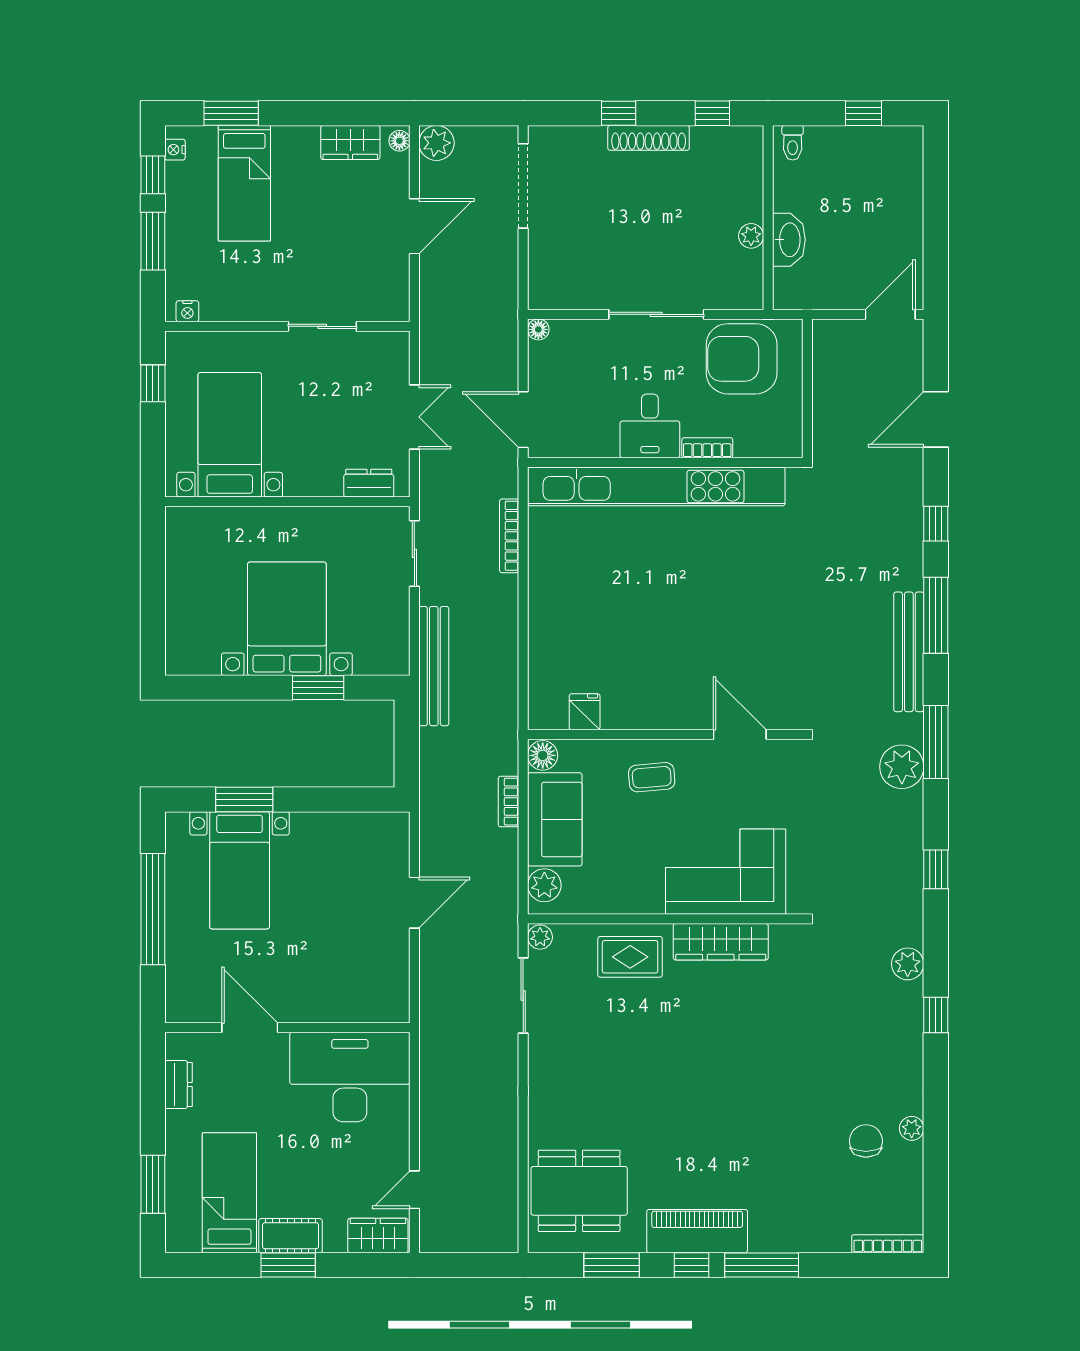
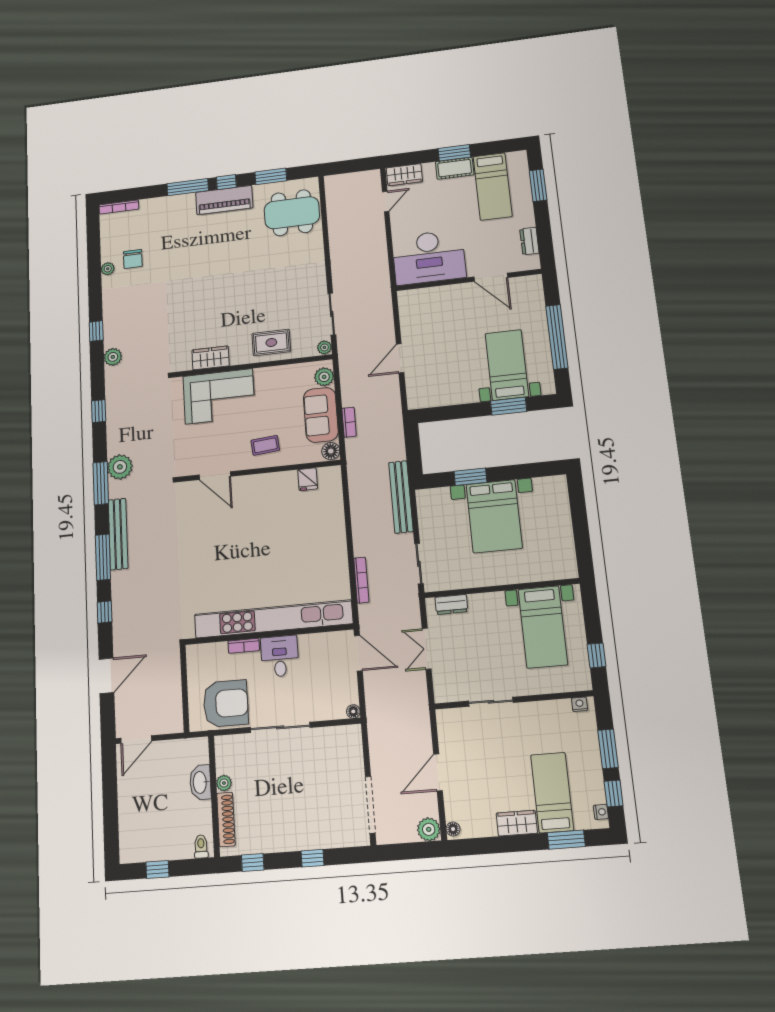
shoe rack: (649, 138) -> (226, 819), moved, turned 90
wardrobe: (350, 142) -> (517, 823), moved
wardrobe: (721, 942) -> (211, 358), width x0.67

